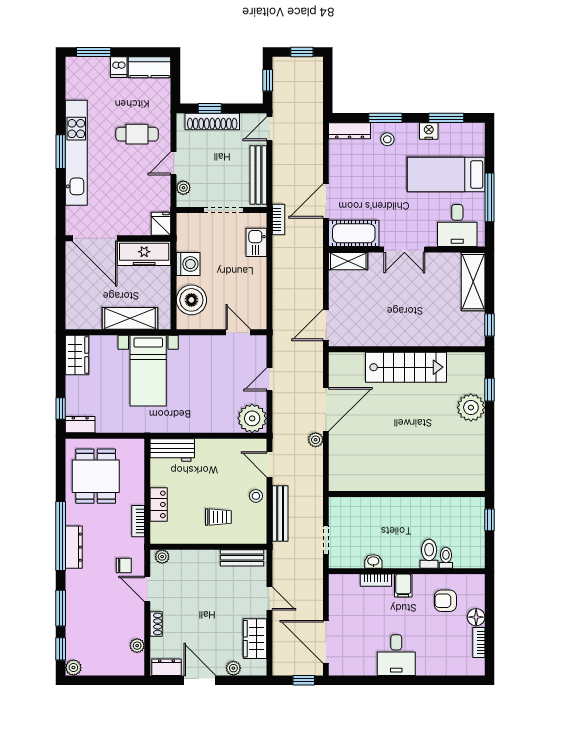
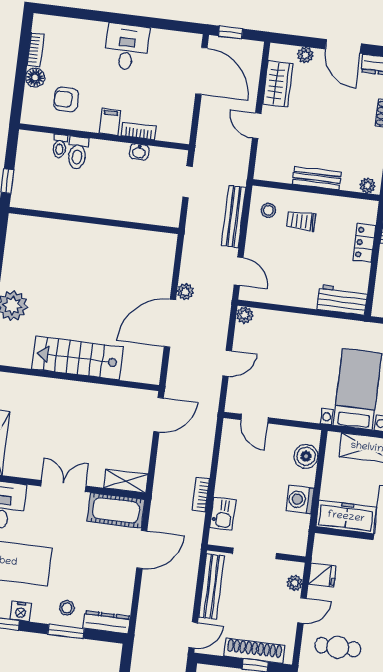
bookcase: (278, 220) -> (201, 495), moved
fridge: (161, 224) -> (322, 575), moved, turned -90
boiler: (191, 300) -> (306, 456), width x0.73, depth x0.73
plant: (252, 418) -> (245, 315), width x0.53, depth x0.53
stool: (256, 496) -> (268, 210), moved
bench: (242, 558) -> (317, 178), moved
armchair: (445, 601) -> (66, 99), turned 180

